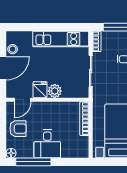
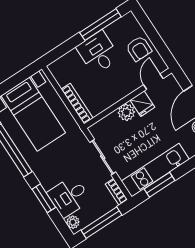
window: (64, 27) -> (159, 185), added
armchair: (18, 129) -> (139, 49), turned -90
floor lamp: (11, 153) -> (129, 19), removed

